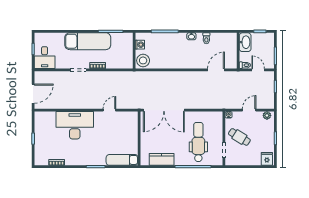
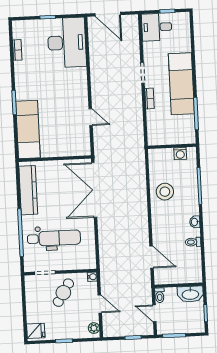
stool: (143, 60) -> (165, 192), moved
door: (258, 70) -> (154, 313), swing flipped
desk: (75, 125) -> (67, 43), moved
kitchen counter: (162, 159) -> (28, 190), width x1.50
exam couch: (122, 160) -> (28, 129), width x1.36, depth x1.45

